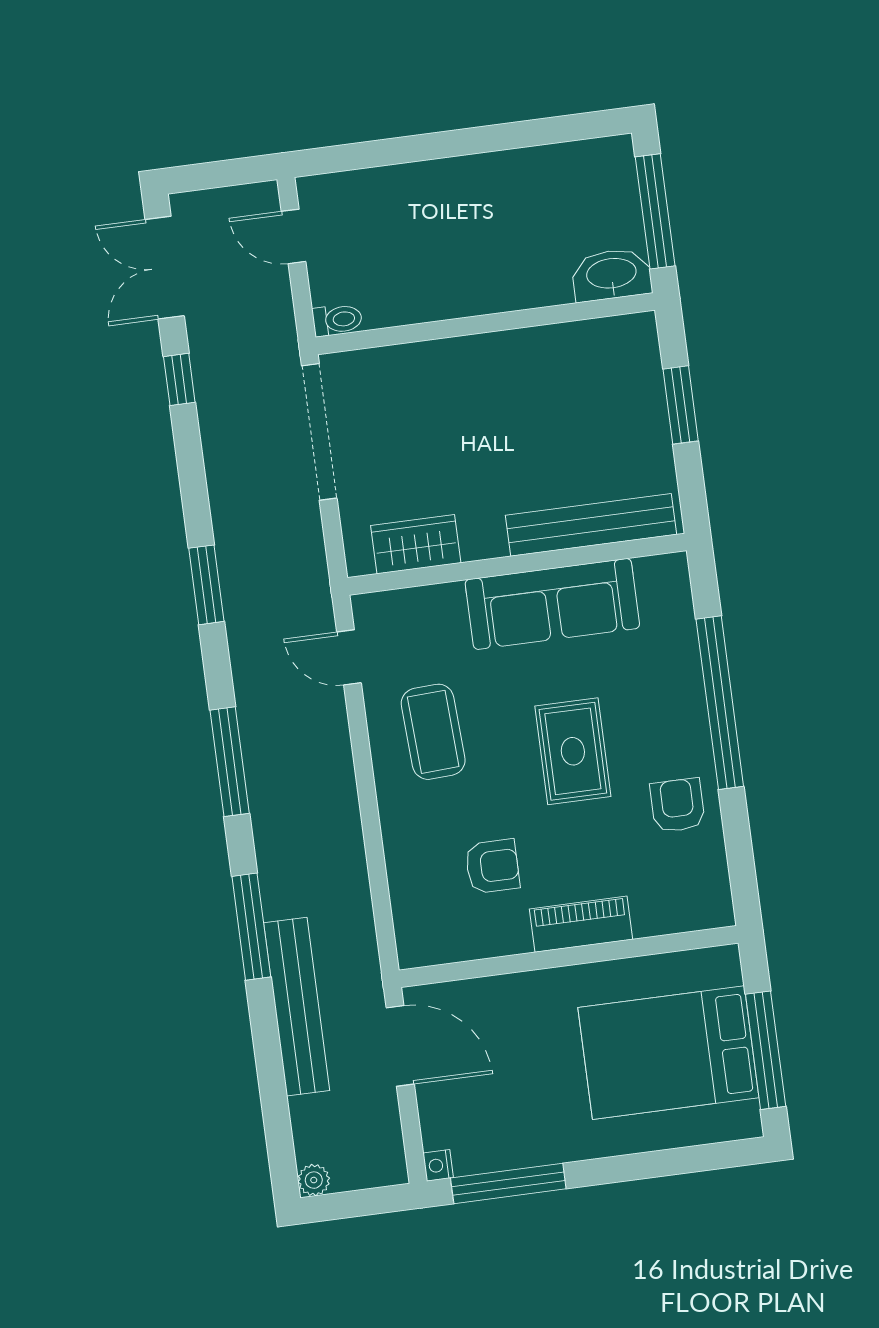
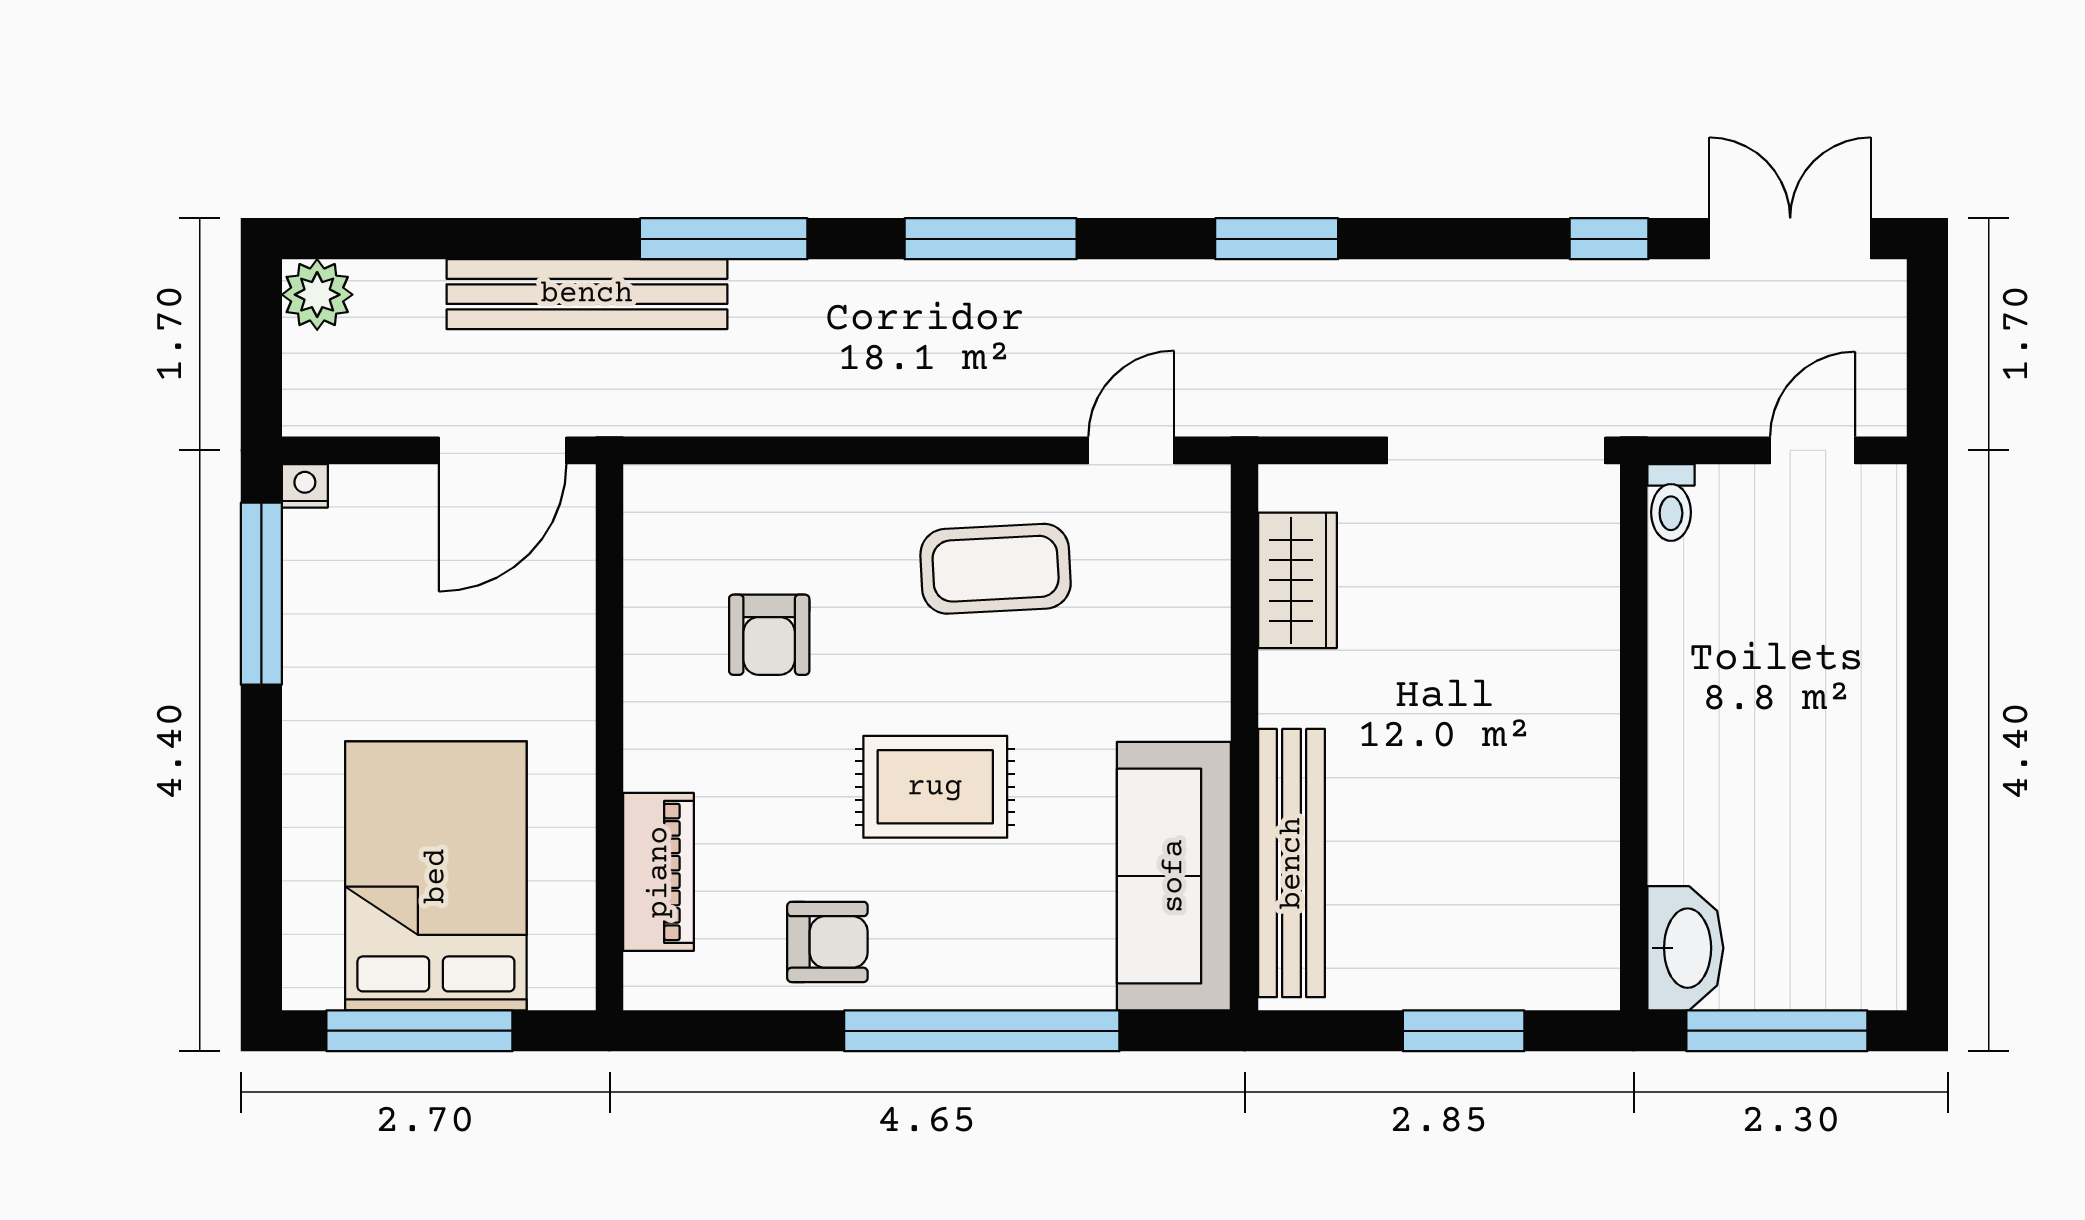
sofa: (552, 604) -> (1174, 876), moved
piano: (581, 924) -> (659, 872), moved
plant: (314, 1180) -> (317, 295), width x1.38, depth x1.38

